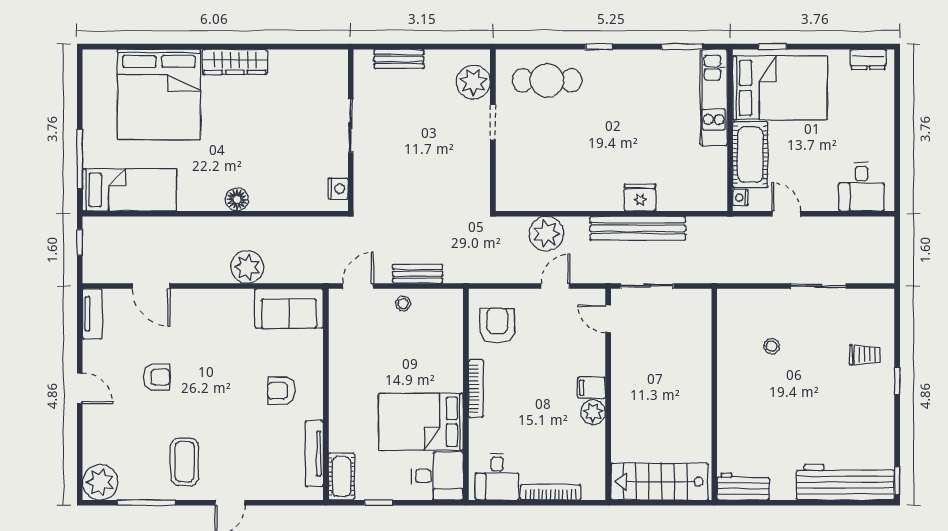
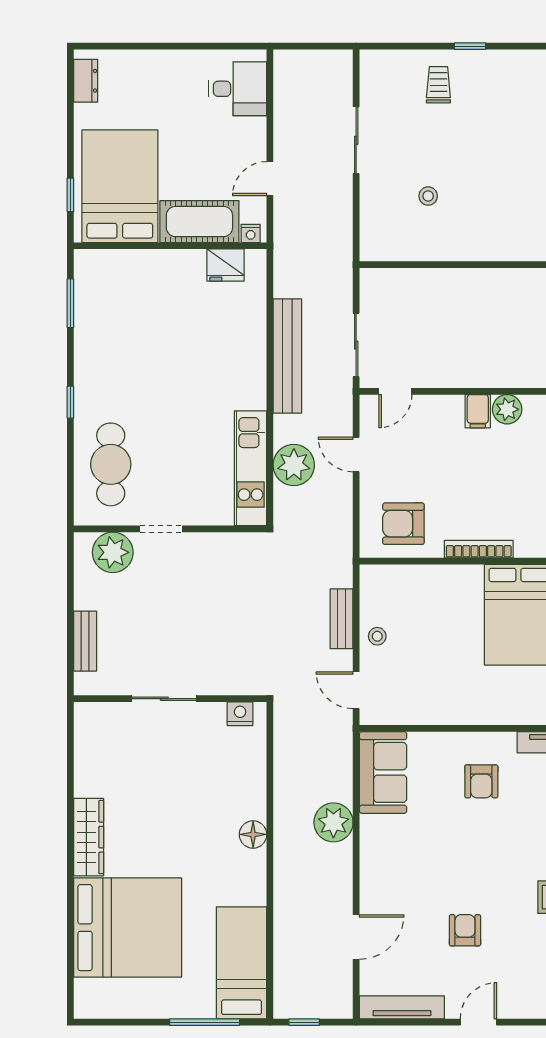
kitchen unit: (714, 97) -> (251, 468), moved, turned 90
fridge: (640, 198) -> (226, 265), moved, turned -90
tv unit: (92, 314) -> (402, 1007), width x1.41

